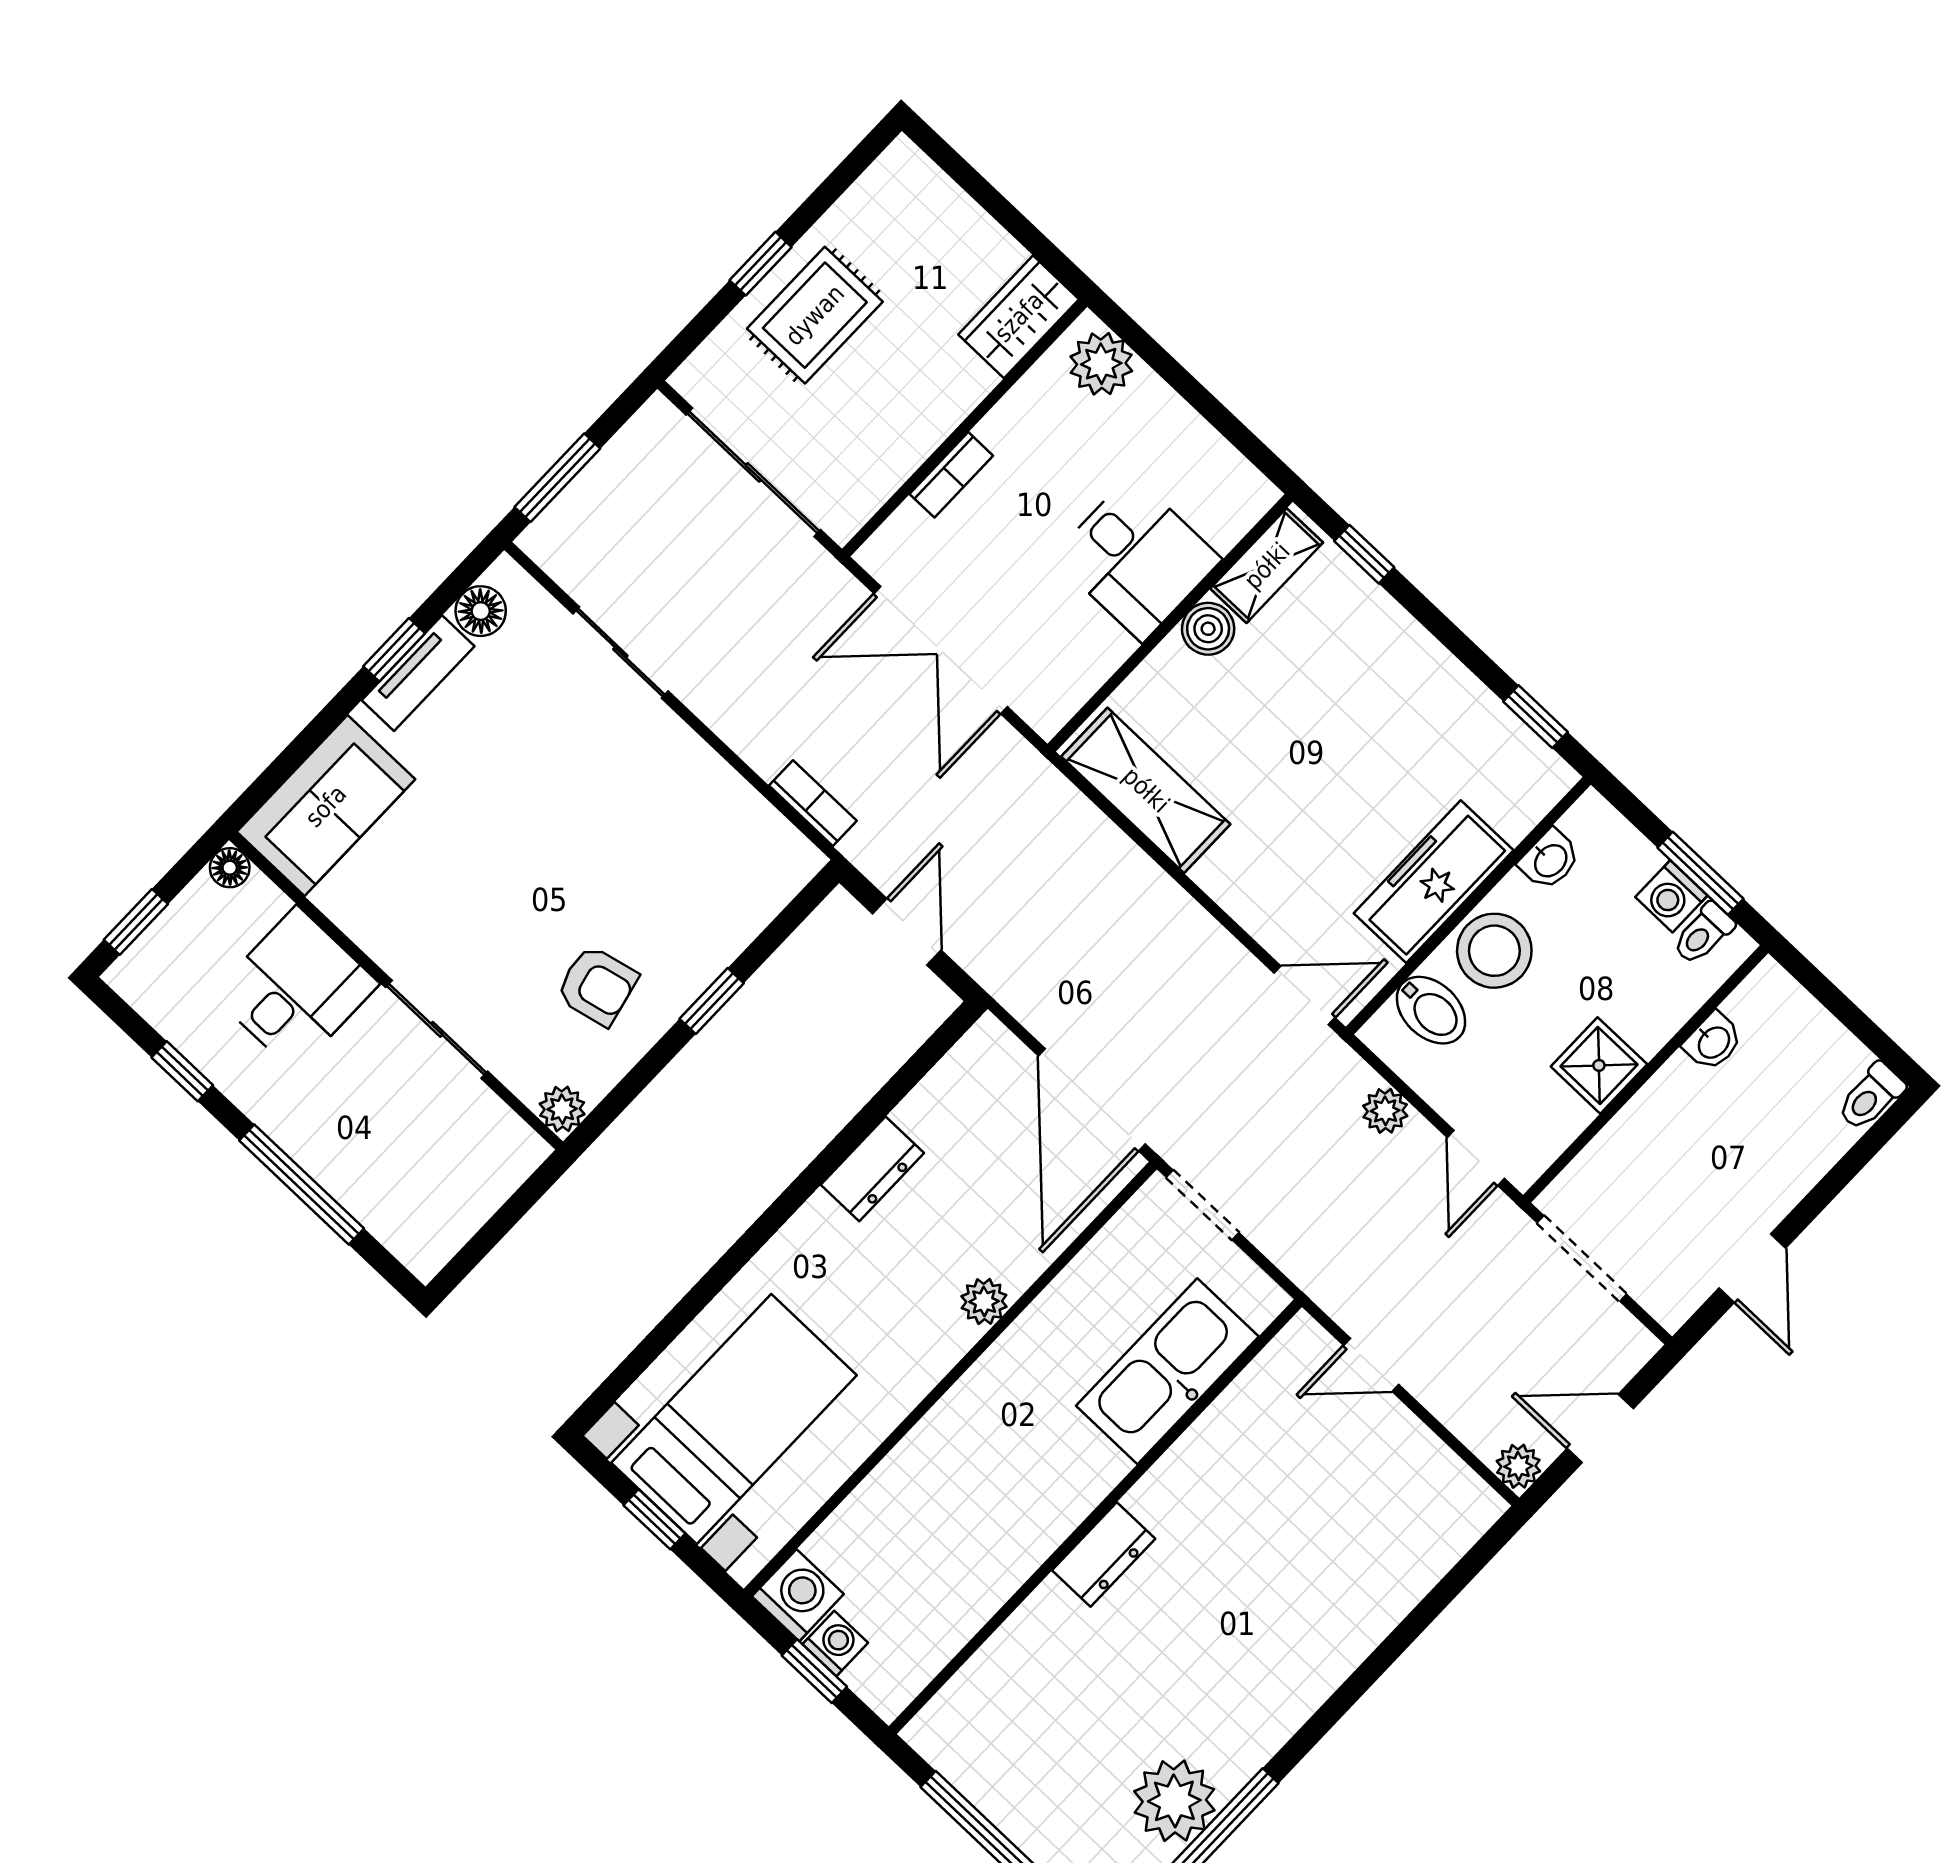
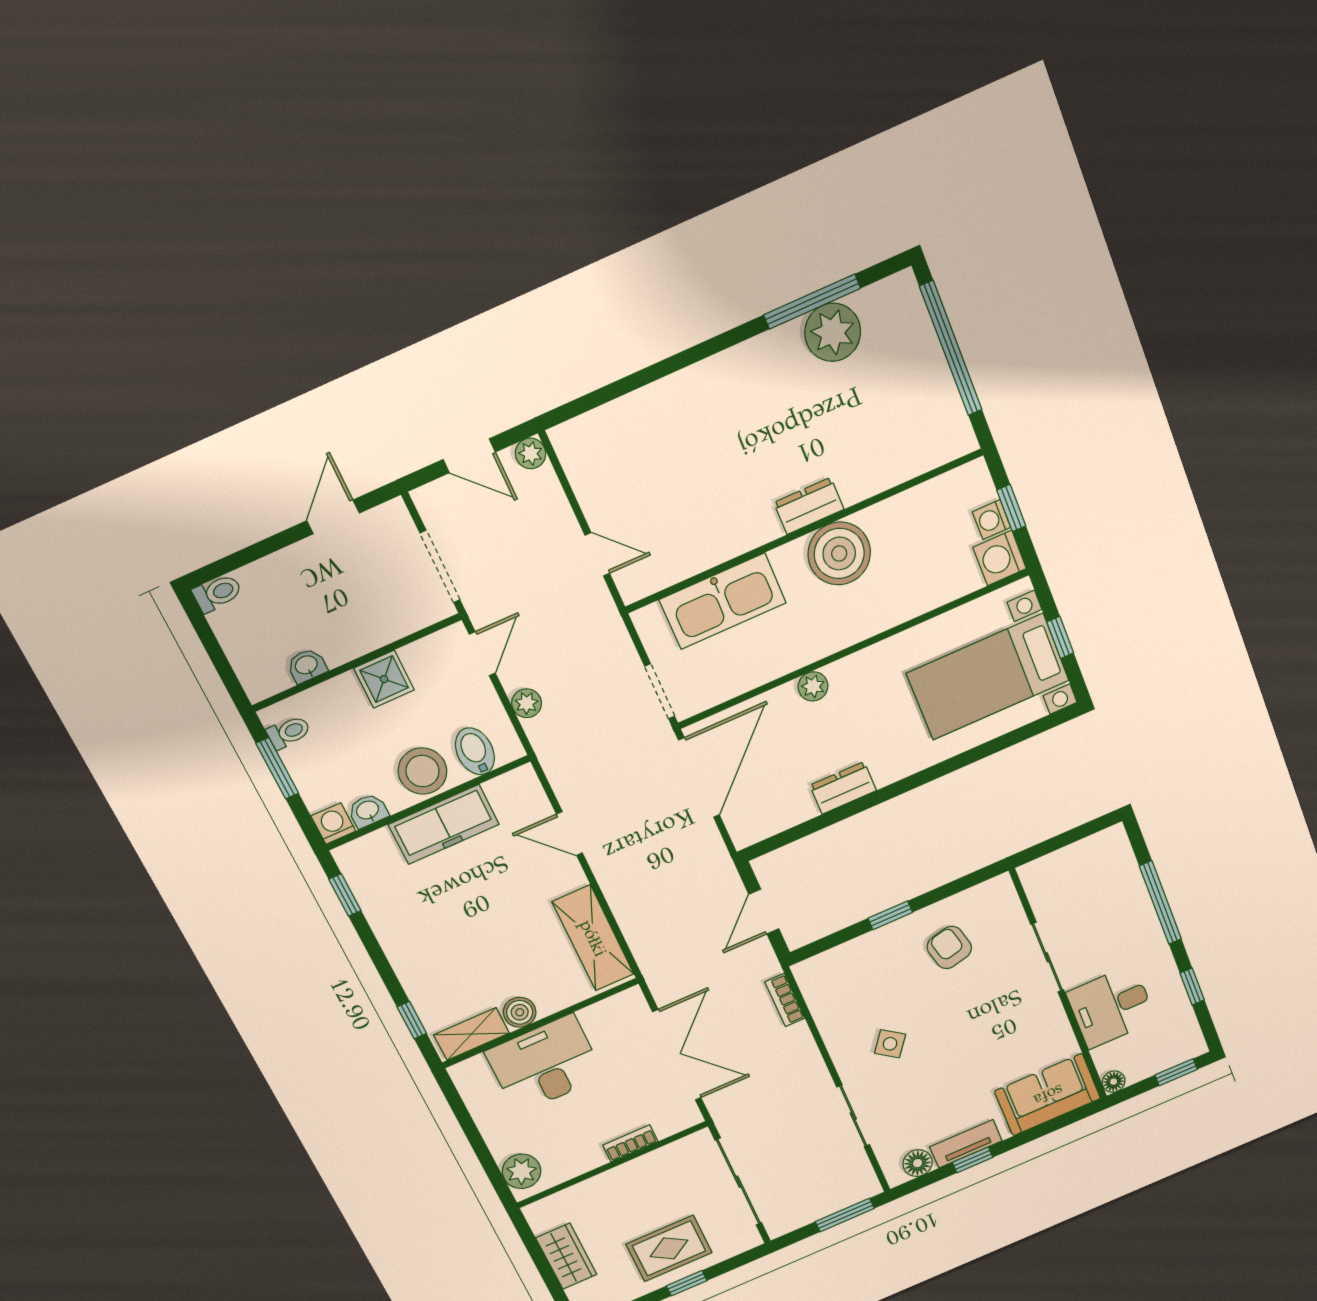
wardrobe: (1019, 317) -> (566, 1256), moved, turned -90
desk: (1137, 558) -> (545, 1064), width x1.37
side table: (617, 795) -> (890, 1044), added
washing machine: (1671, 896) -> (333, 823), moved, turned -90
door: (1305, 995) -> (569, 833), moved
plant: (562, 1109) -> (1000, 888), removed
boiler: (1031, 1506) -> (839, 553), added

